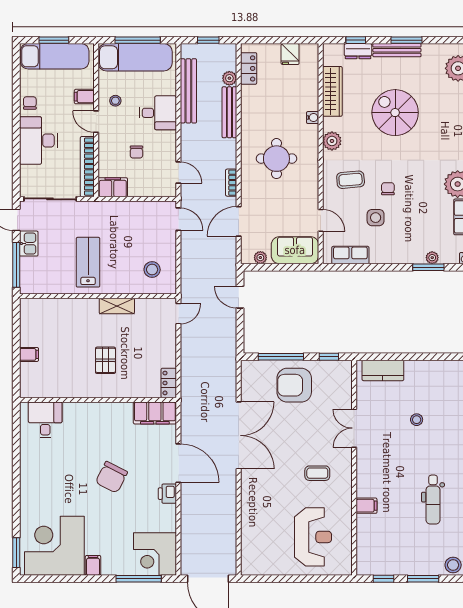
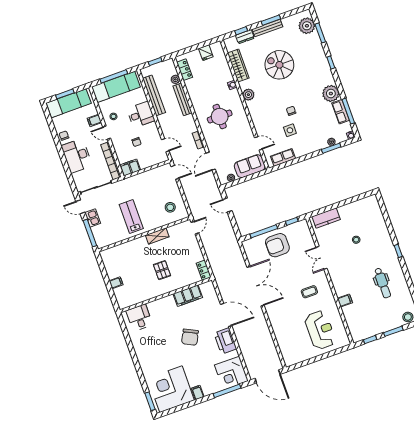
coffee table: (351, 180) -> (267, 113), removed
filing cabinet: (155, 413) -> (188, 296), moved
printer: (167, 494) -> (225, 341), width x1.87, depth x1.48

